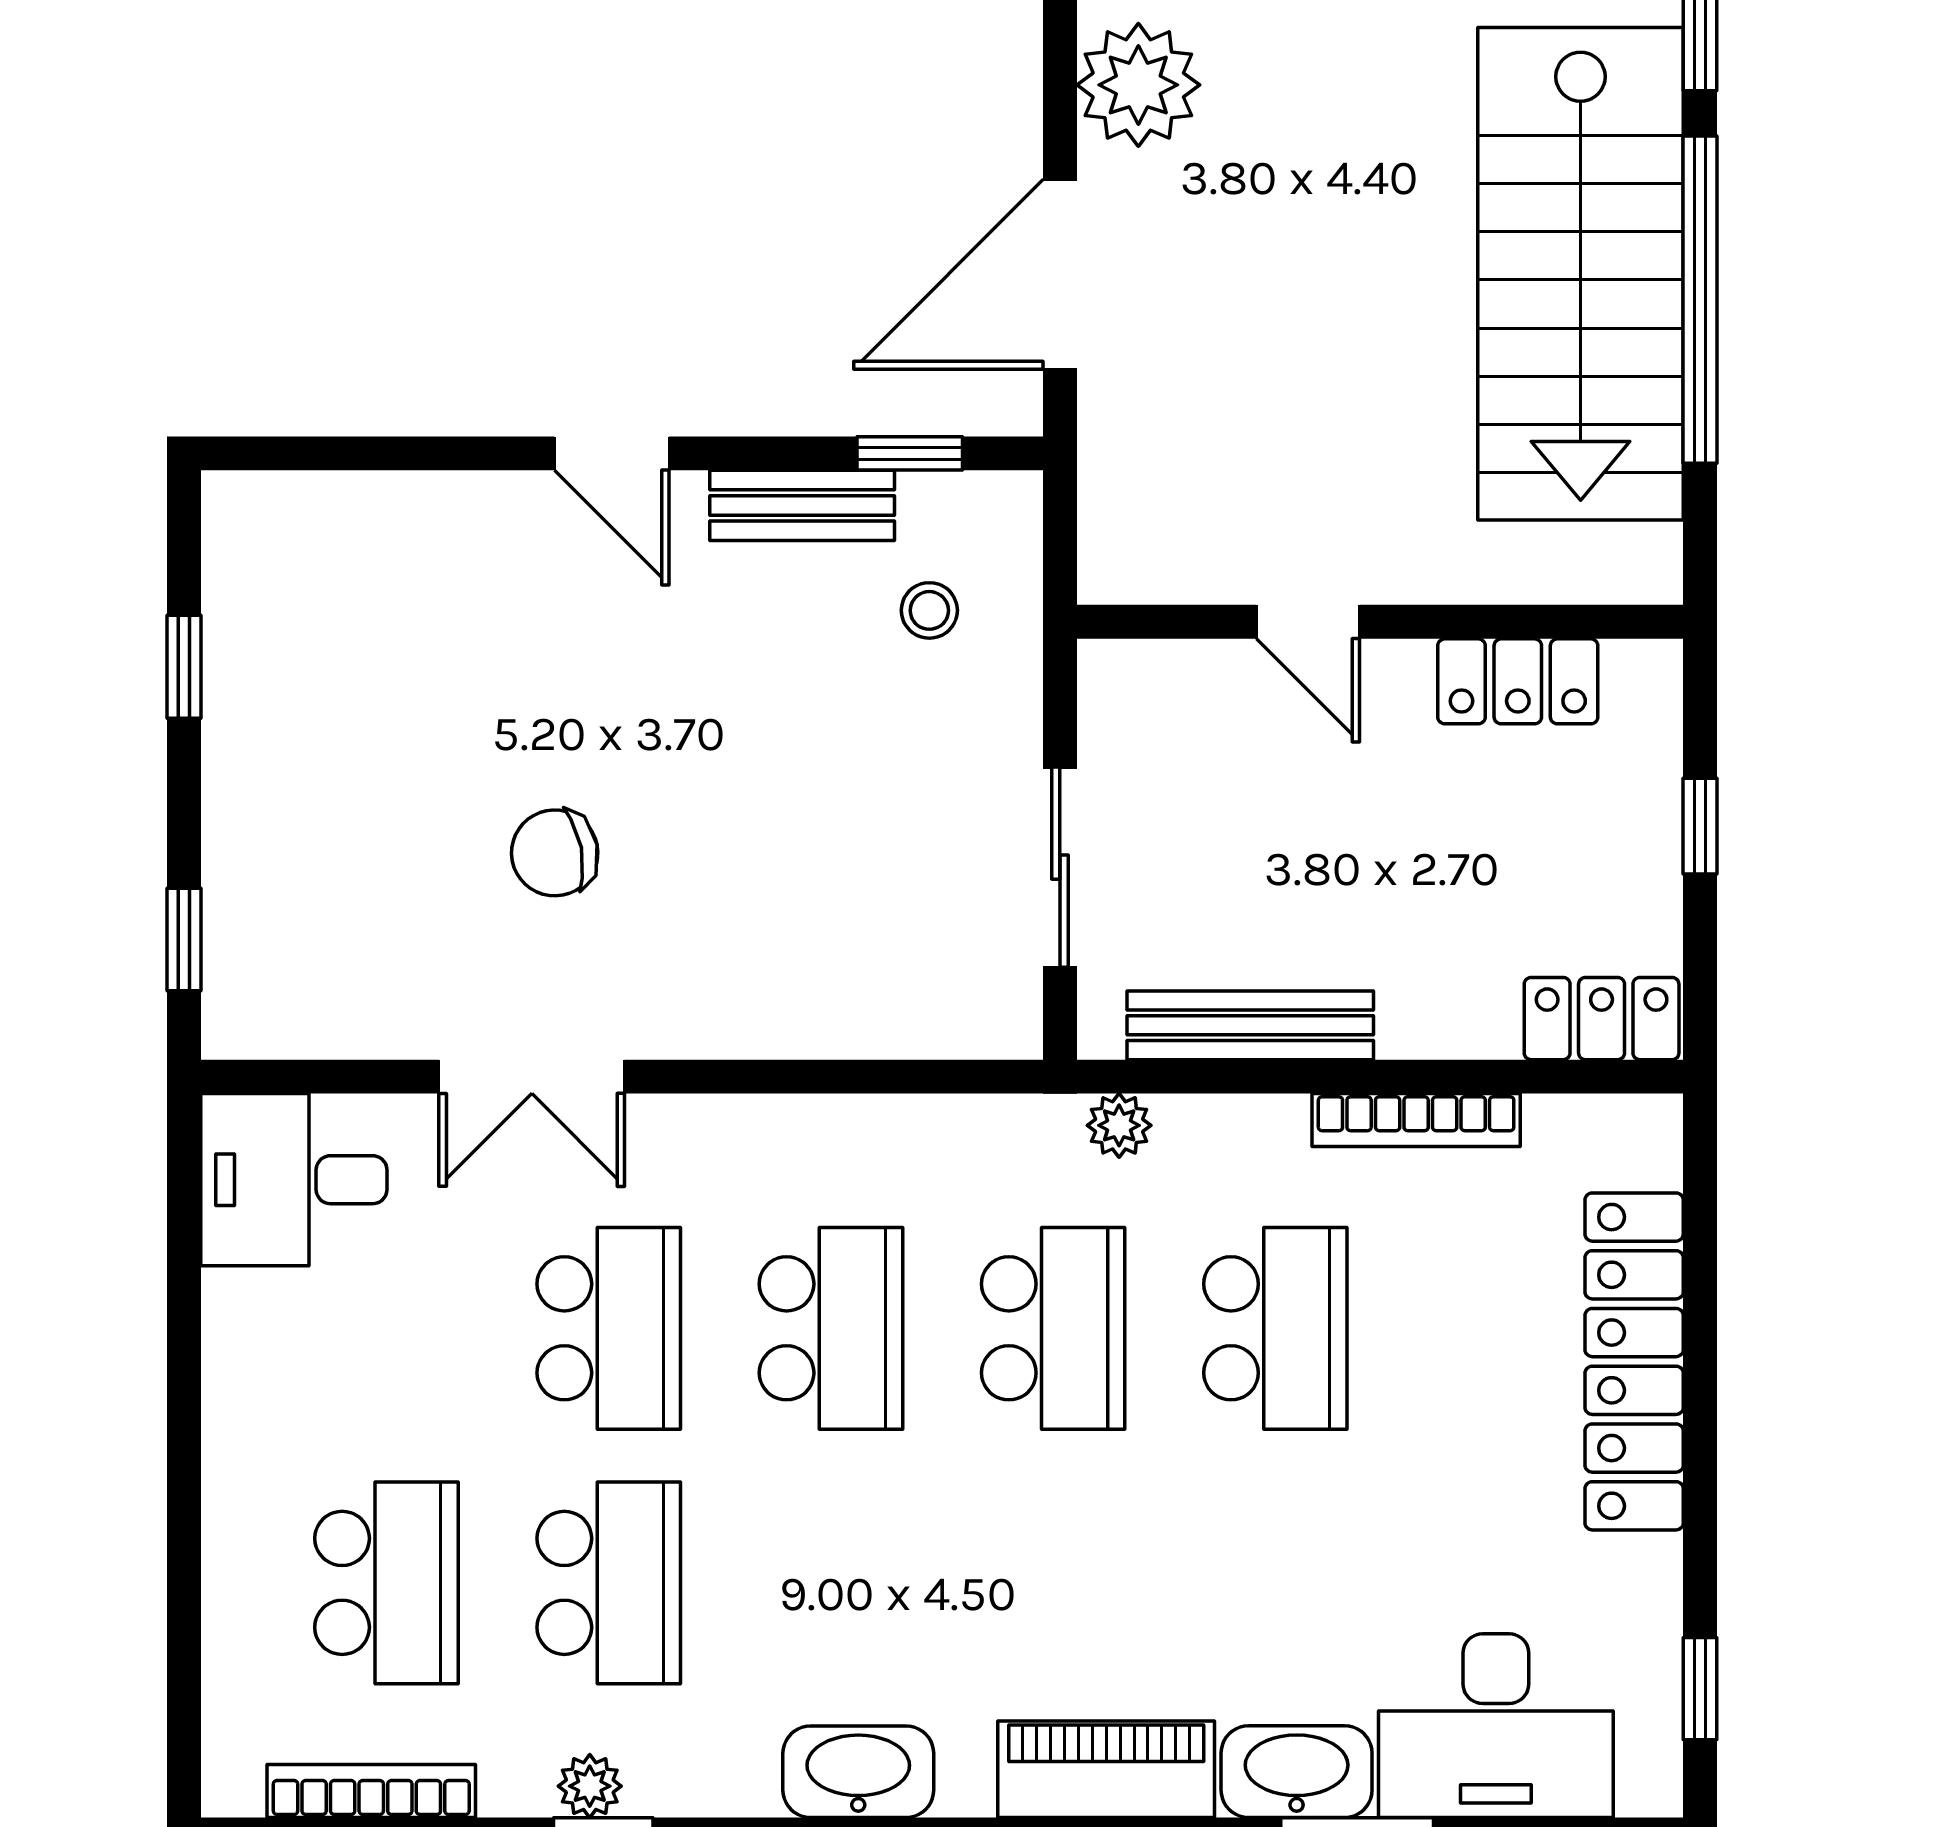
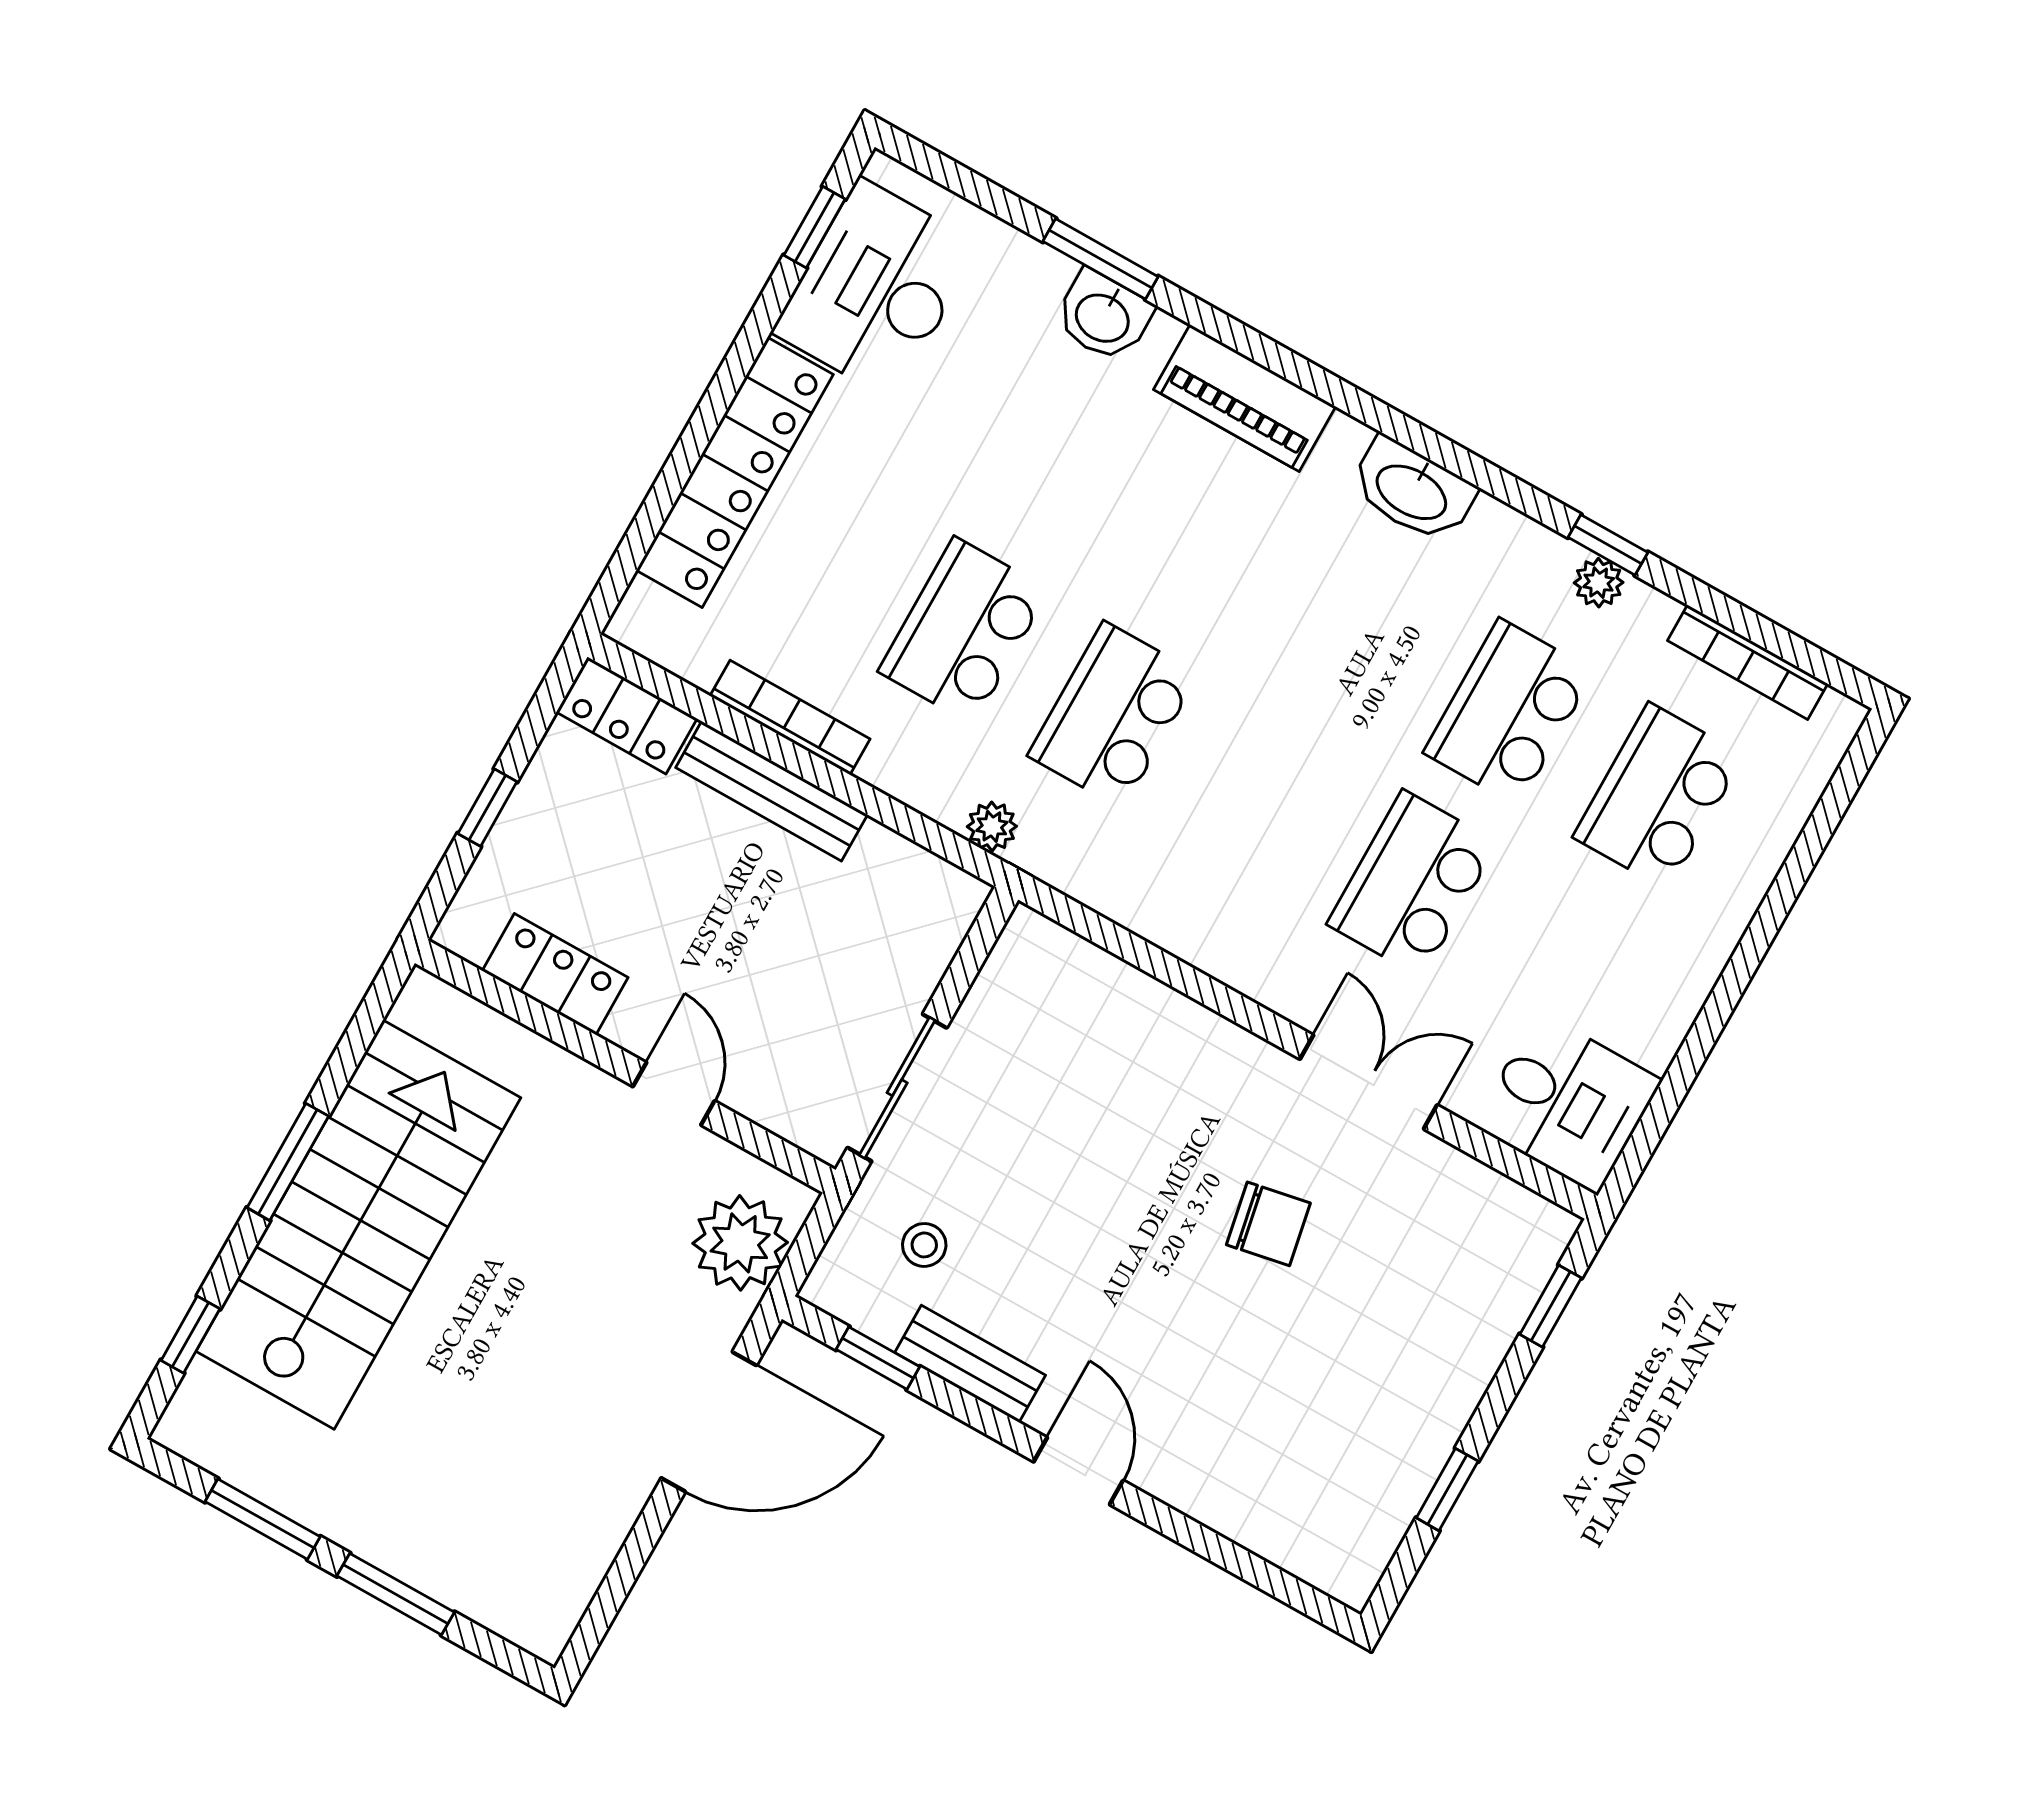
plant: (1138, 85) -> (740, 1243), moved
window: (1700, 300) -> (288, 1162), width x0.47
sliding door: (1060, 867) -> (897, 1088), moved
bench: (1250, 1025) -> (772, 791), moved
school desk: (831, 1328) -> (1263, 799), removed
desk: (1496, 1726) -> (876, 289), moved, turned -90
washbasin: (1297, 1772) -> (1103, 316), width x0.72

